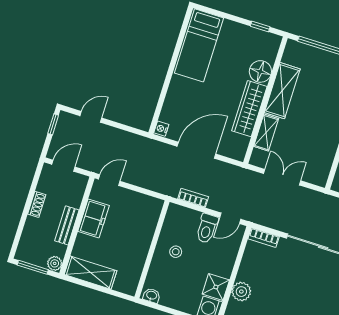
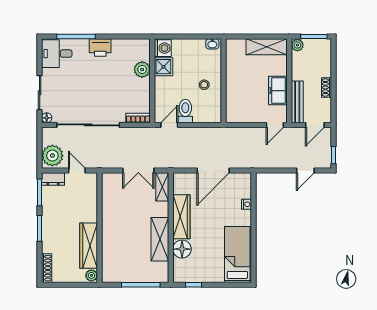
nightstand: (161, 129) -> (246, 204), moved
shelving: (266, 133) -> (162, 187), moved
bookcase: (193, 198) -> (204, 132), removed
bench: (67, 225) -> (297, 102), moved, width x1.36

